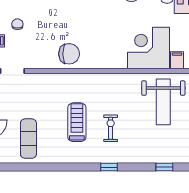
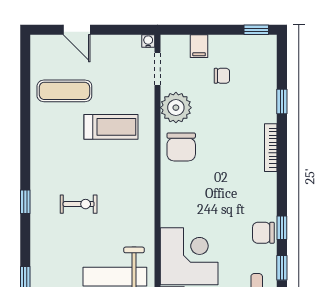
plant: (41, 58) -> (176, 108), added
treadmill: (77, 122) -> (111, 127), moved

